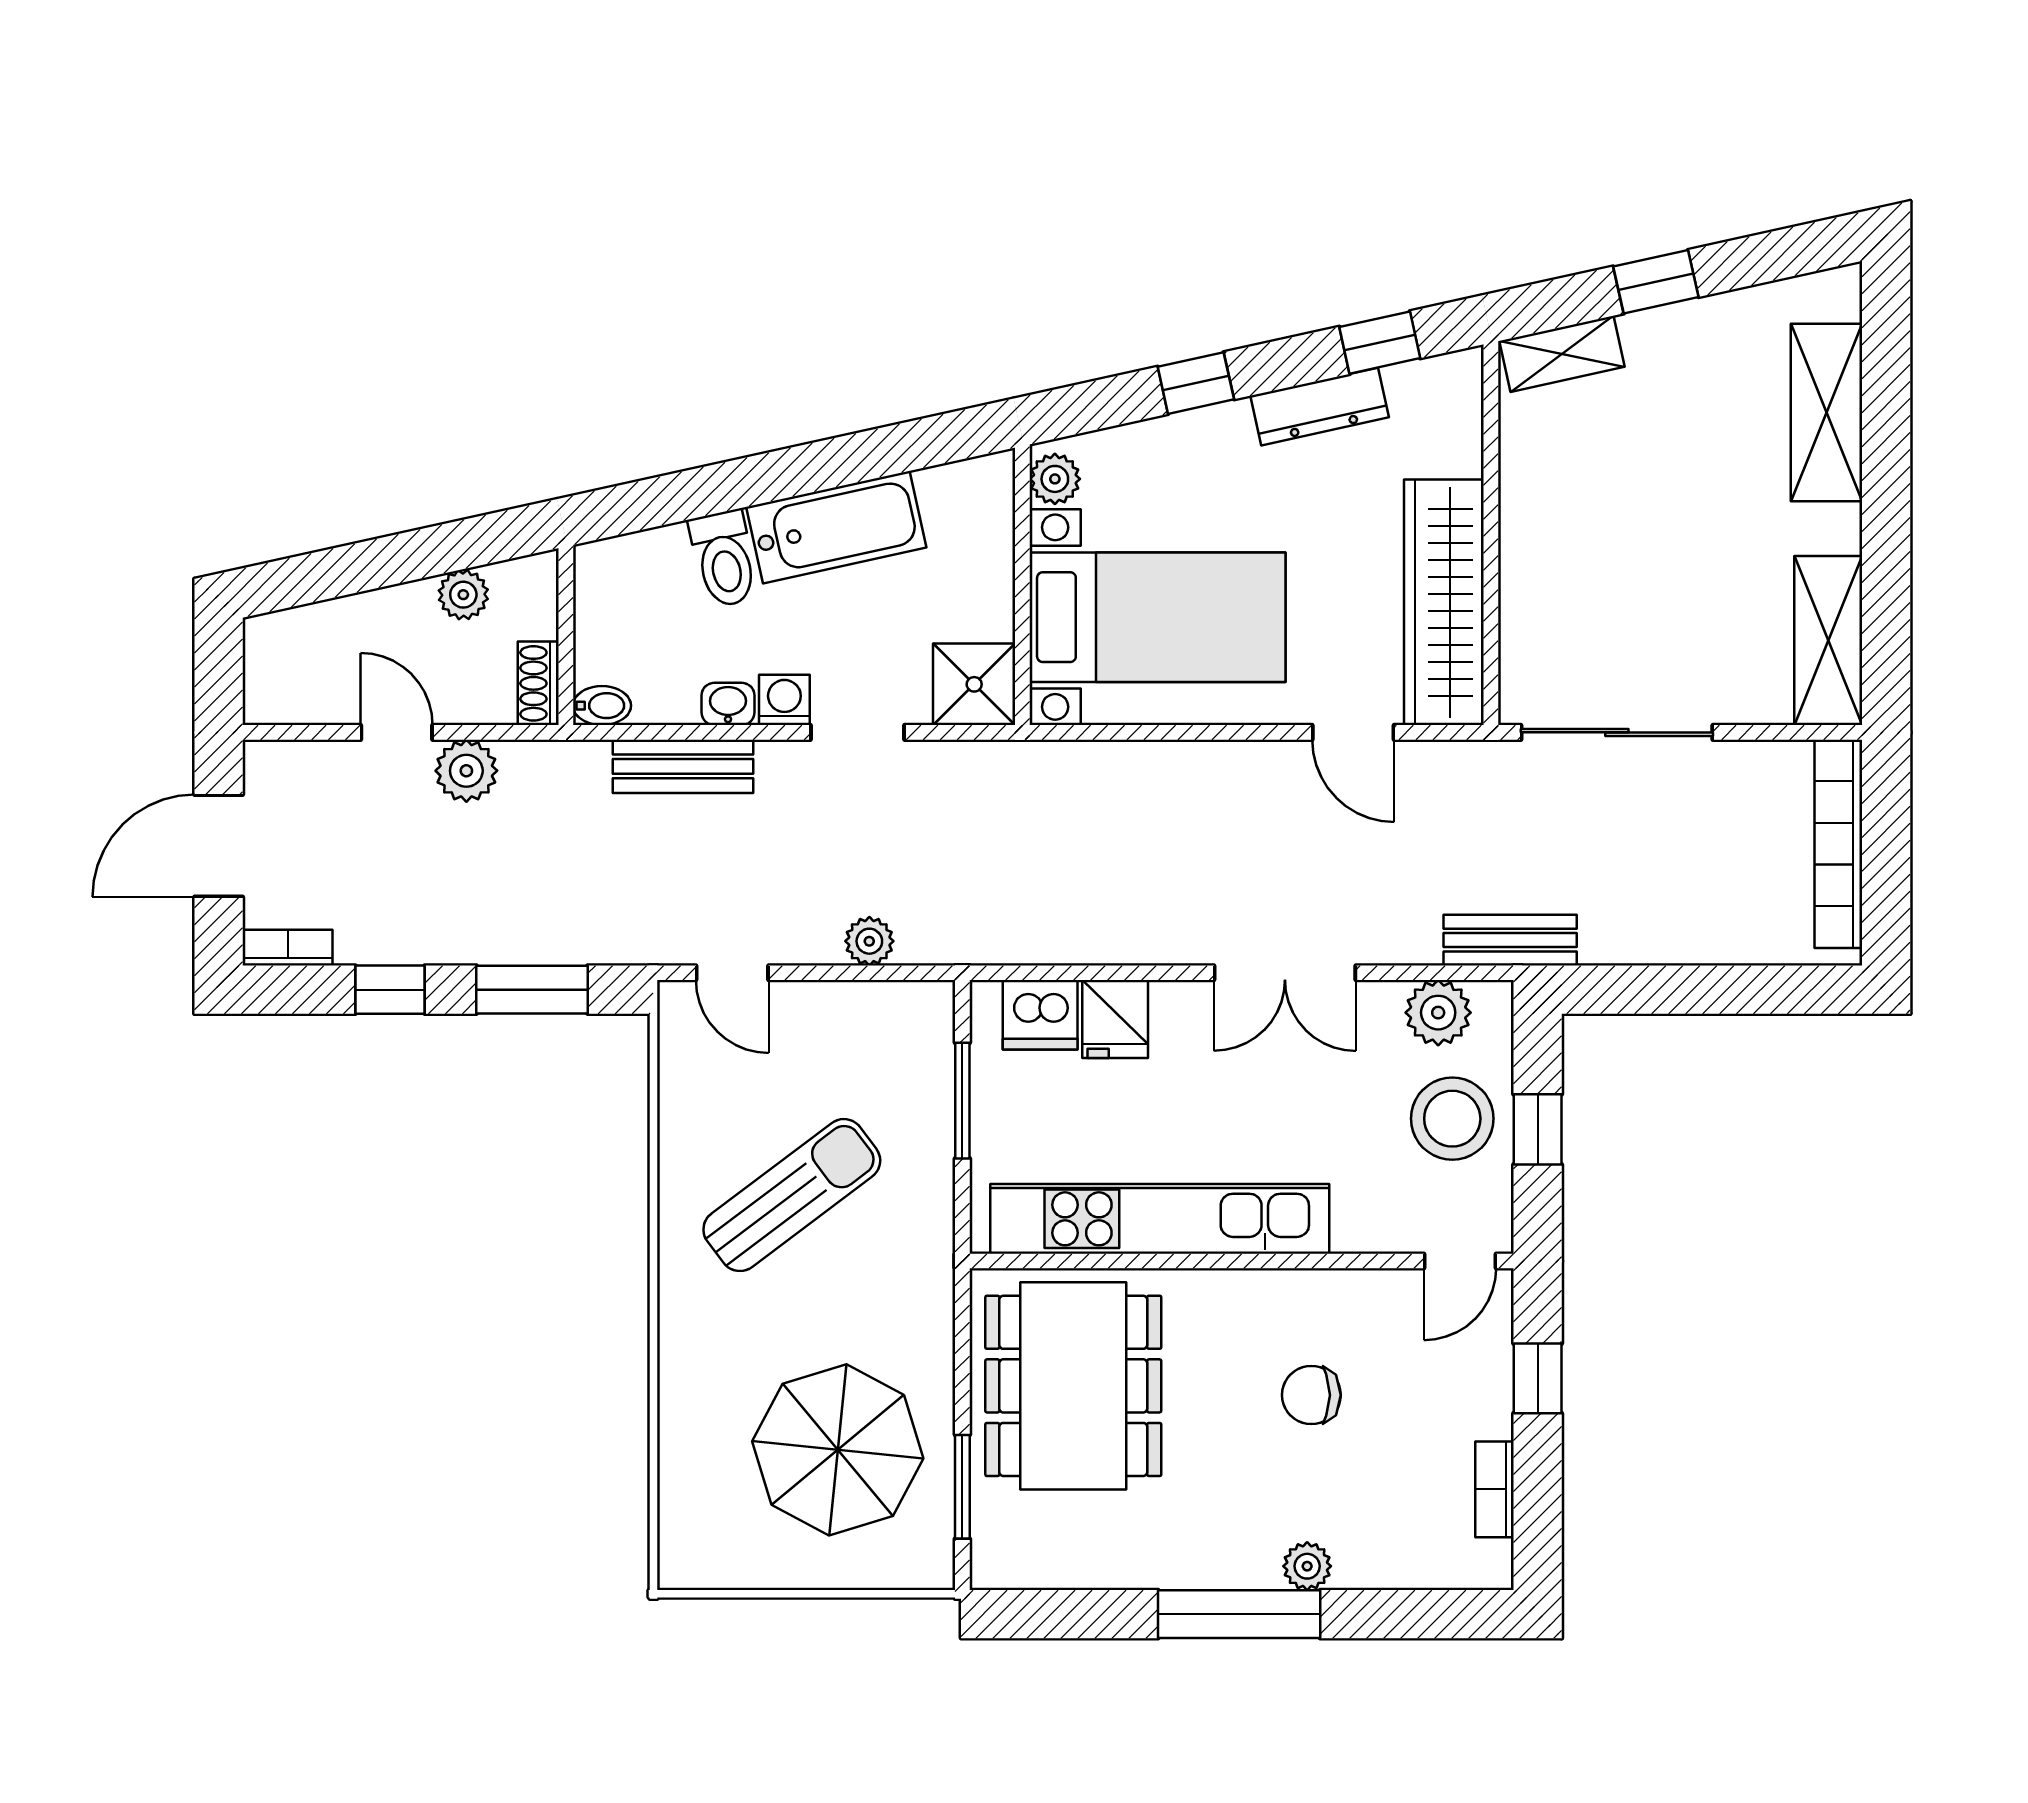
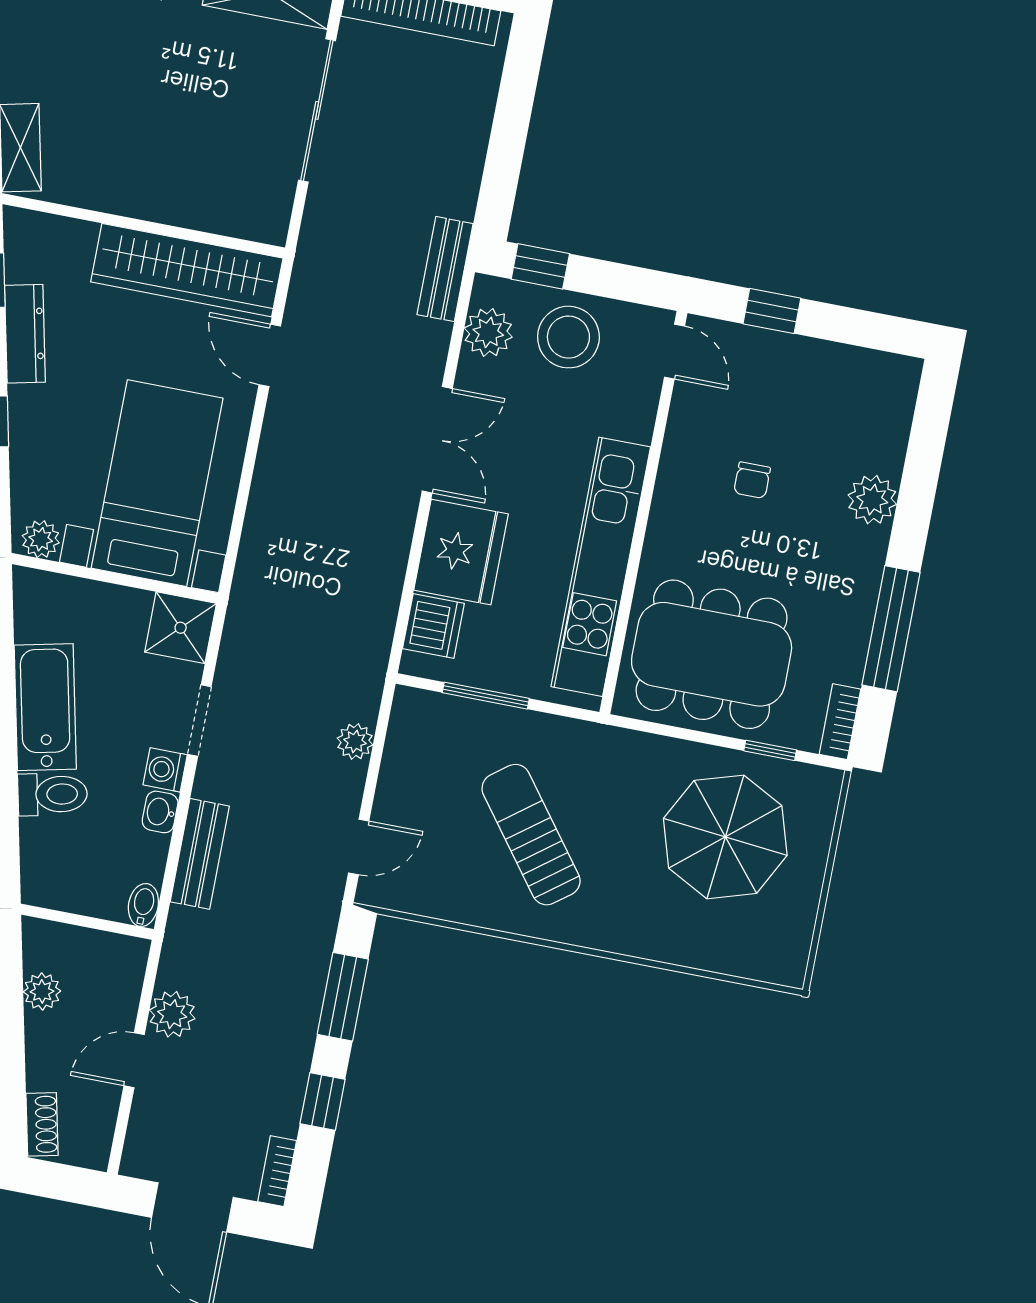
shoe rack: (538, 683) -> (42, 1124), moved, turned -102
door: (1353, 732) -> (270, 355), swing flipped
sliding door: (1617, 732) -> (317, 110), moved
fridge: (1115, 1019) -> (461, 552), width x1.88, depth x1.34
window: (1538, 1129) -> (540, 266), moved
chair: (1311, 1395) -> (752, 480), width x0.73, depth x0.73
window: (962, 1487) -> (770, 750), width x0.67
bookcase: (1495, 1489) -> (840, 722), moved, turned 90
plant: (1307, 1566) -> (872, 500), width x1.38, depth x1.38
window: (1239, 1614) -> (891, 629), moved

